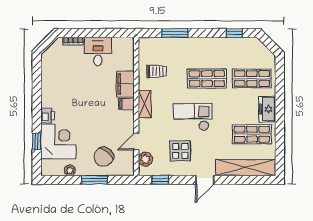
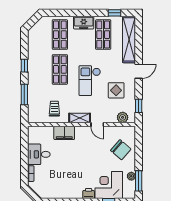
window: (234, 33) -> (24, 66), moved
filing cabinet: (126, 104) -> (80, 132), removed
door: (136, 142) -> (97, 124), moved
window: (280, 149) -> (115, 13), added
window: (94, 180) -> (139, 181), moved
door: (205, 180) -> (139, 71), hinge flipped

